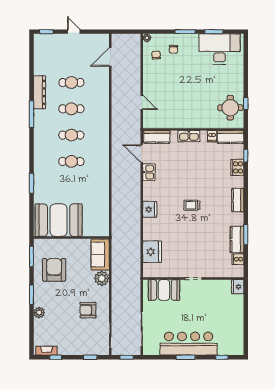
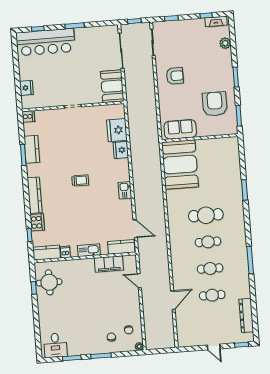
desk: (220, 49) -> (55, 345), width x0.53, depth x0.77
door: (110, 57) -> (173, 300), moved
dresser: (39, 92) -> (246, 315), moved
filing cabinet: (170, 121) -> (109, 264), added
cafe table: (71, 161) -> (206, 215), width x1.37, depth x1.35
kitchen sink: (149, 172) -> (125, 190), moved
kitchen counter: (238, 200) -> (35, 195), width x1.50
fridge: (150, 209) -> (121, 150), moved
booth: (59, 220) -> (180, 164), moved, turned 90
sofa: (100, 255) -> (180, 129), moved, turned -90
cooker: (238, 259) -> (28, 116), moved
armchair: (54, 270) -> (215, 104), turned 180
plant: (102, 278) -> (166, 99), removed
fridge: (238, 287) -> (26, 88), moved
booth: (164, 290) -> (112, 86), moved, turned 90
armchair: (88, 310) -> (175, 76), moved
plant: (39, 313) -> (225, 43), moved
bar counter: (189, 344) -> (46, 42), moved

